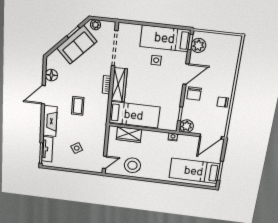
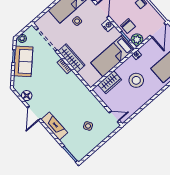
nightstand: (177, 91) -> (108, 25), added
chair: (194, 94) -> (128, 26), moved
coffee table: (78, 106) -> (61, 98), removed
bed: (134, 115) -> (113, 56), moved, turned 180
tv unit: (47, 149) -> (71, 147), removed
door: (105, 162) -> (114, 117), hinge flipped
stool: (132, 165) -> (136, 80), moved

